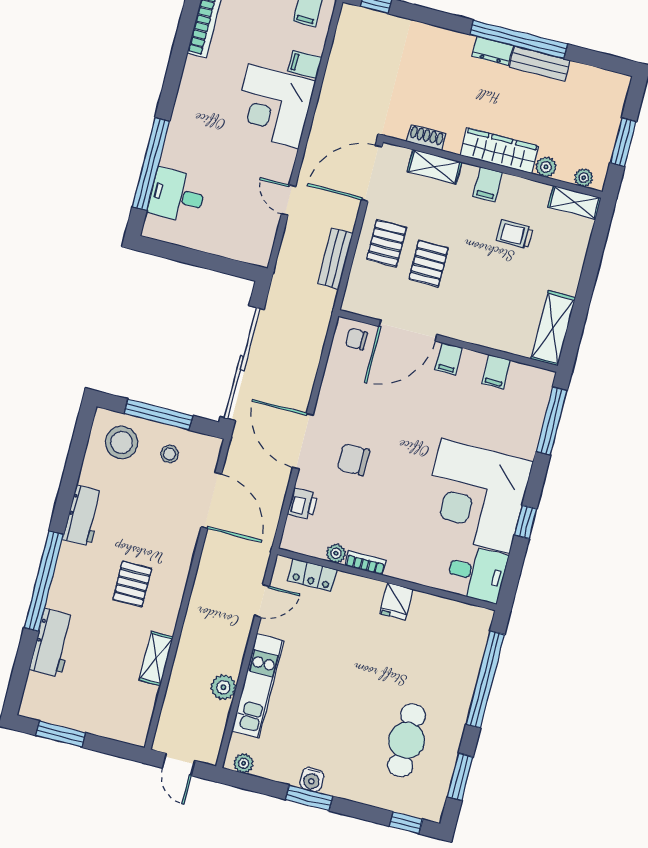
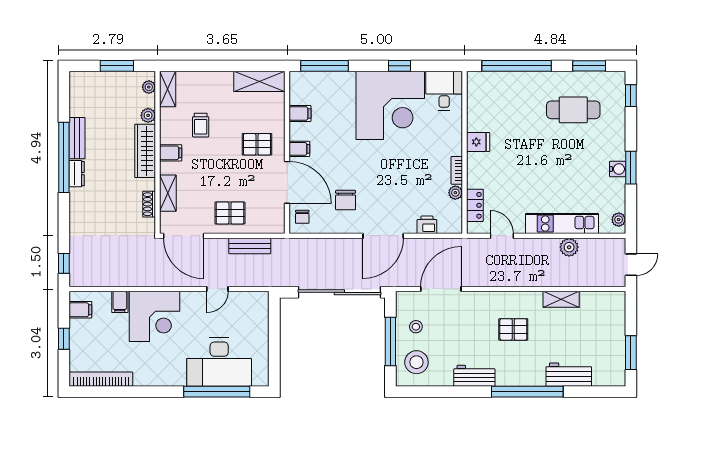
desk: (177, 196) -> (219, 362), width x1.87, depth x1.30
pallet: (429, 264) -> (257, 144), moved
chair: (353, 460) -> (346, 200), moved

